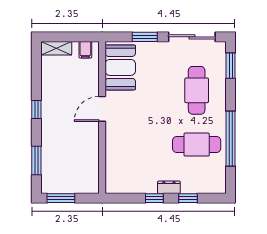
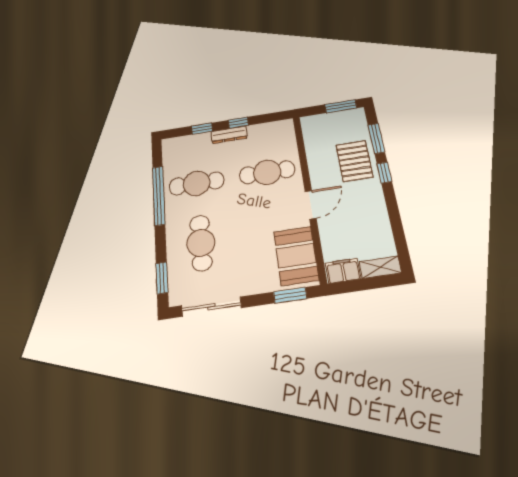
window: (145, 37) -> (290, 295), moved
filing cabinet: (85, 50) -> (343, 271), width x2.00
window: (36, 109) -> (384, 173), moved
pallet: (59, 142) -> (354, 161), added
cafe table: (134, 145) -> (267, 172), added
dresser: (169, 187) -> (229, 135), width x1.44

